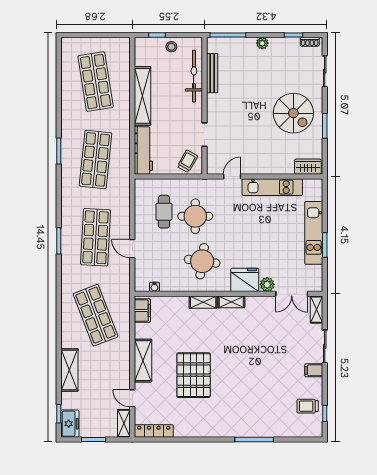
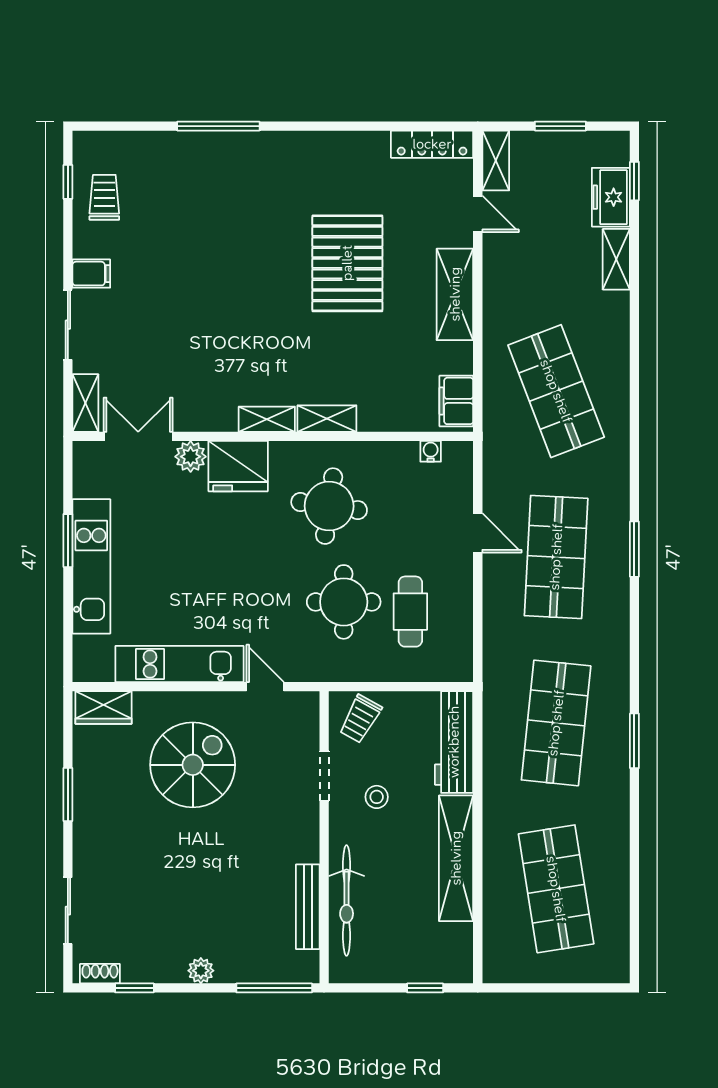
stool: (171, 47) -> (377, 797), moved
spiral stairs: (293, 113) -> (193, 765), moved, turned 90
door: (232, 176) -> (265, 687), swing flipped
shelving: (69, 370) -> (616, 259), width x0.67, depth x0.75
trolley: (308, 406) -> (104, 197), turned -90
freezer: (70, 424) -> (611, 197), moved

